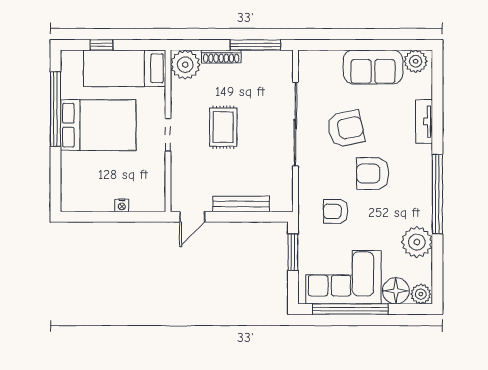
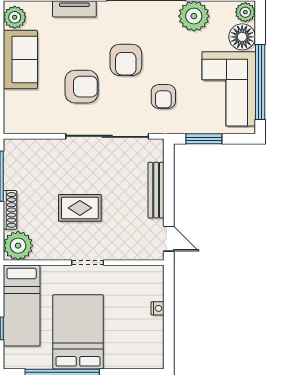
sliding door: (296, 124) -> (107, 136), moved
armchair: (346, 129) -> (81, 87), turned 102

